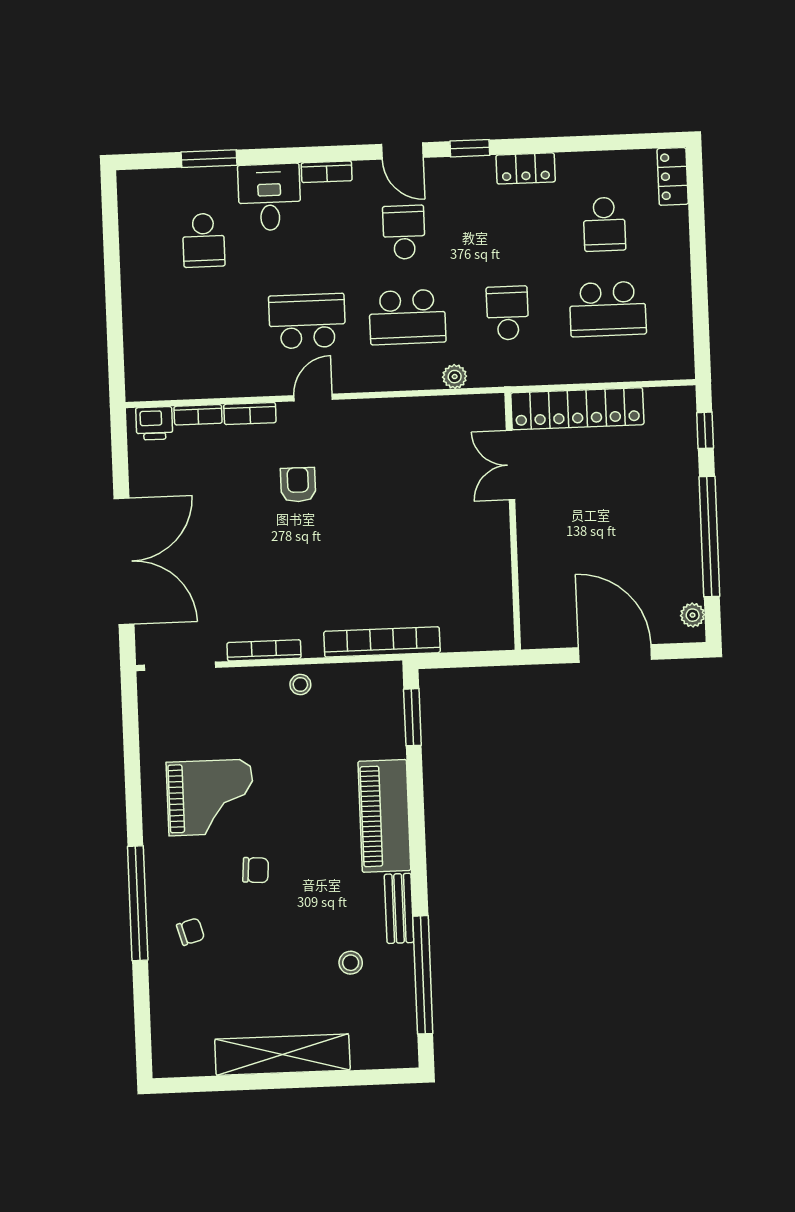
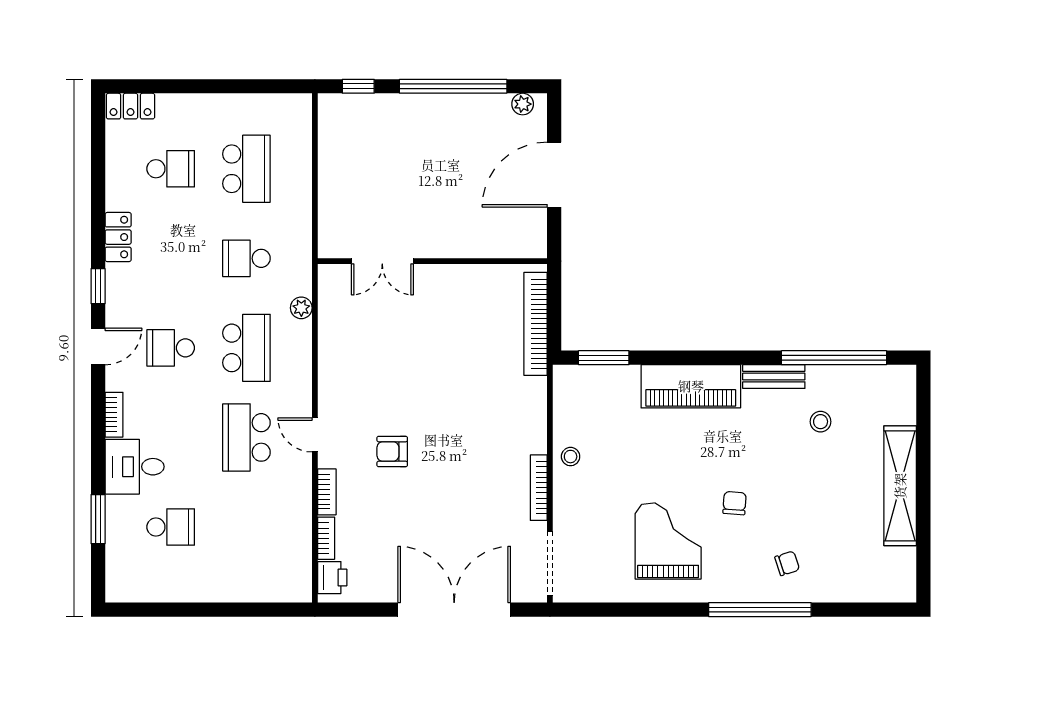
locker: (577, 409) -> (334, 200), removed
bookcase: (382, 642) -> (535, 324), moved
chair: (191, 932) -> (787, 563), turned 88

